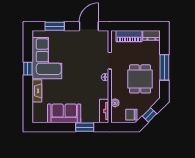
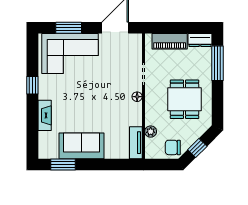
corner sofa: (47, 58) -> (70, 54), moved, turned 90
window: (164, 67) -> (218, 63), moved
window: (85, 127) -> (63, 165), moved

